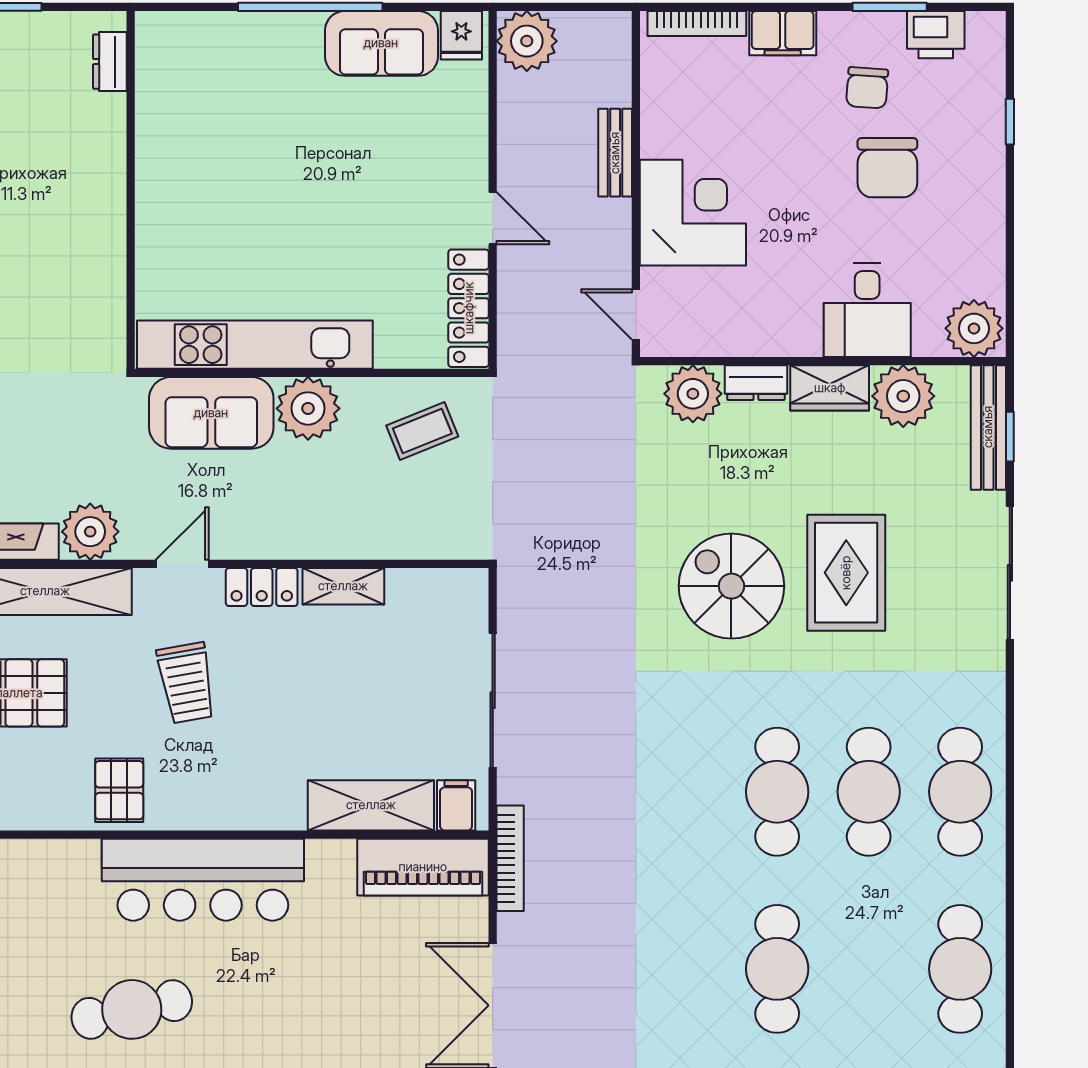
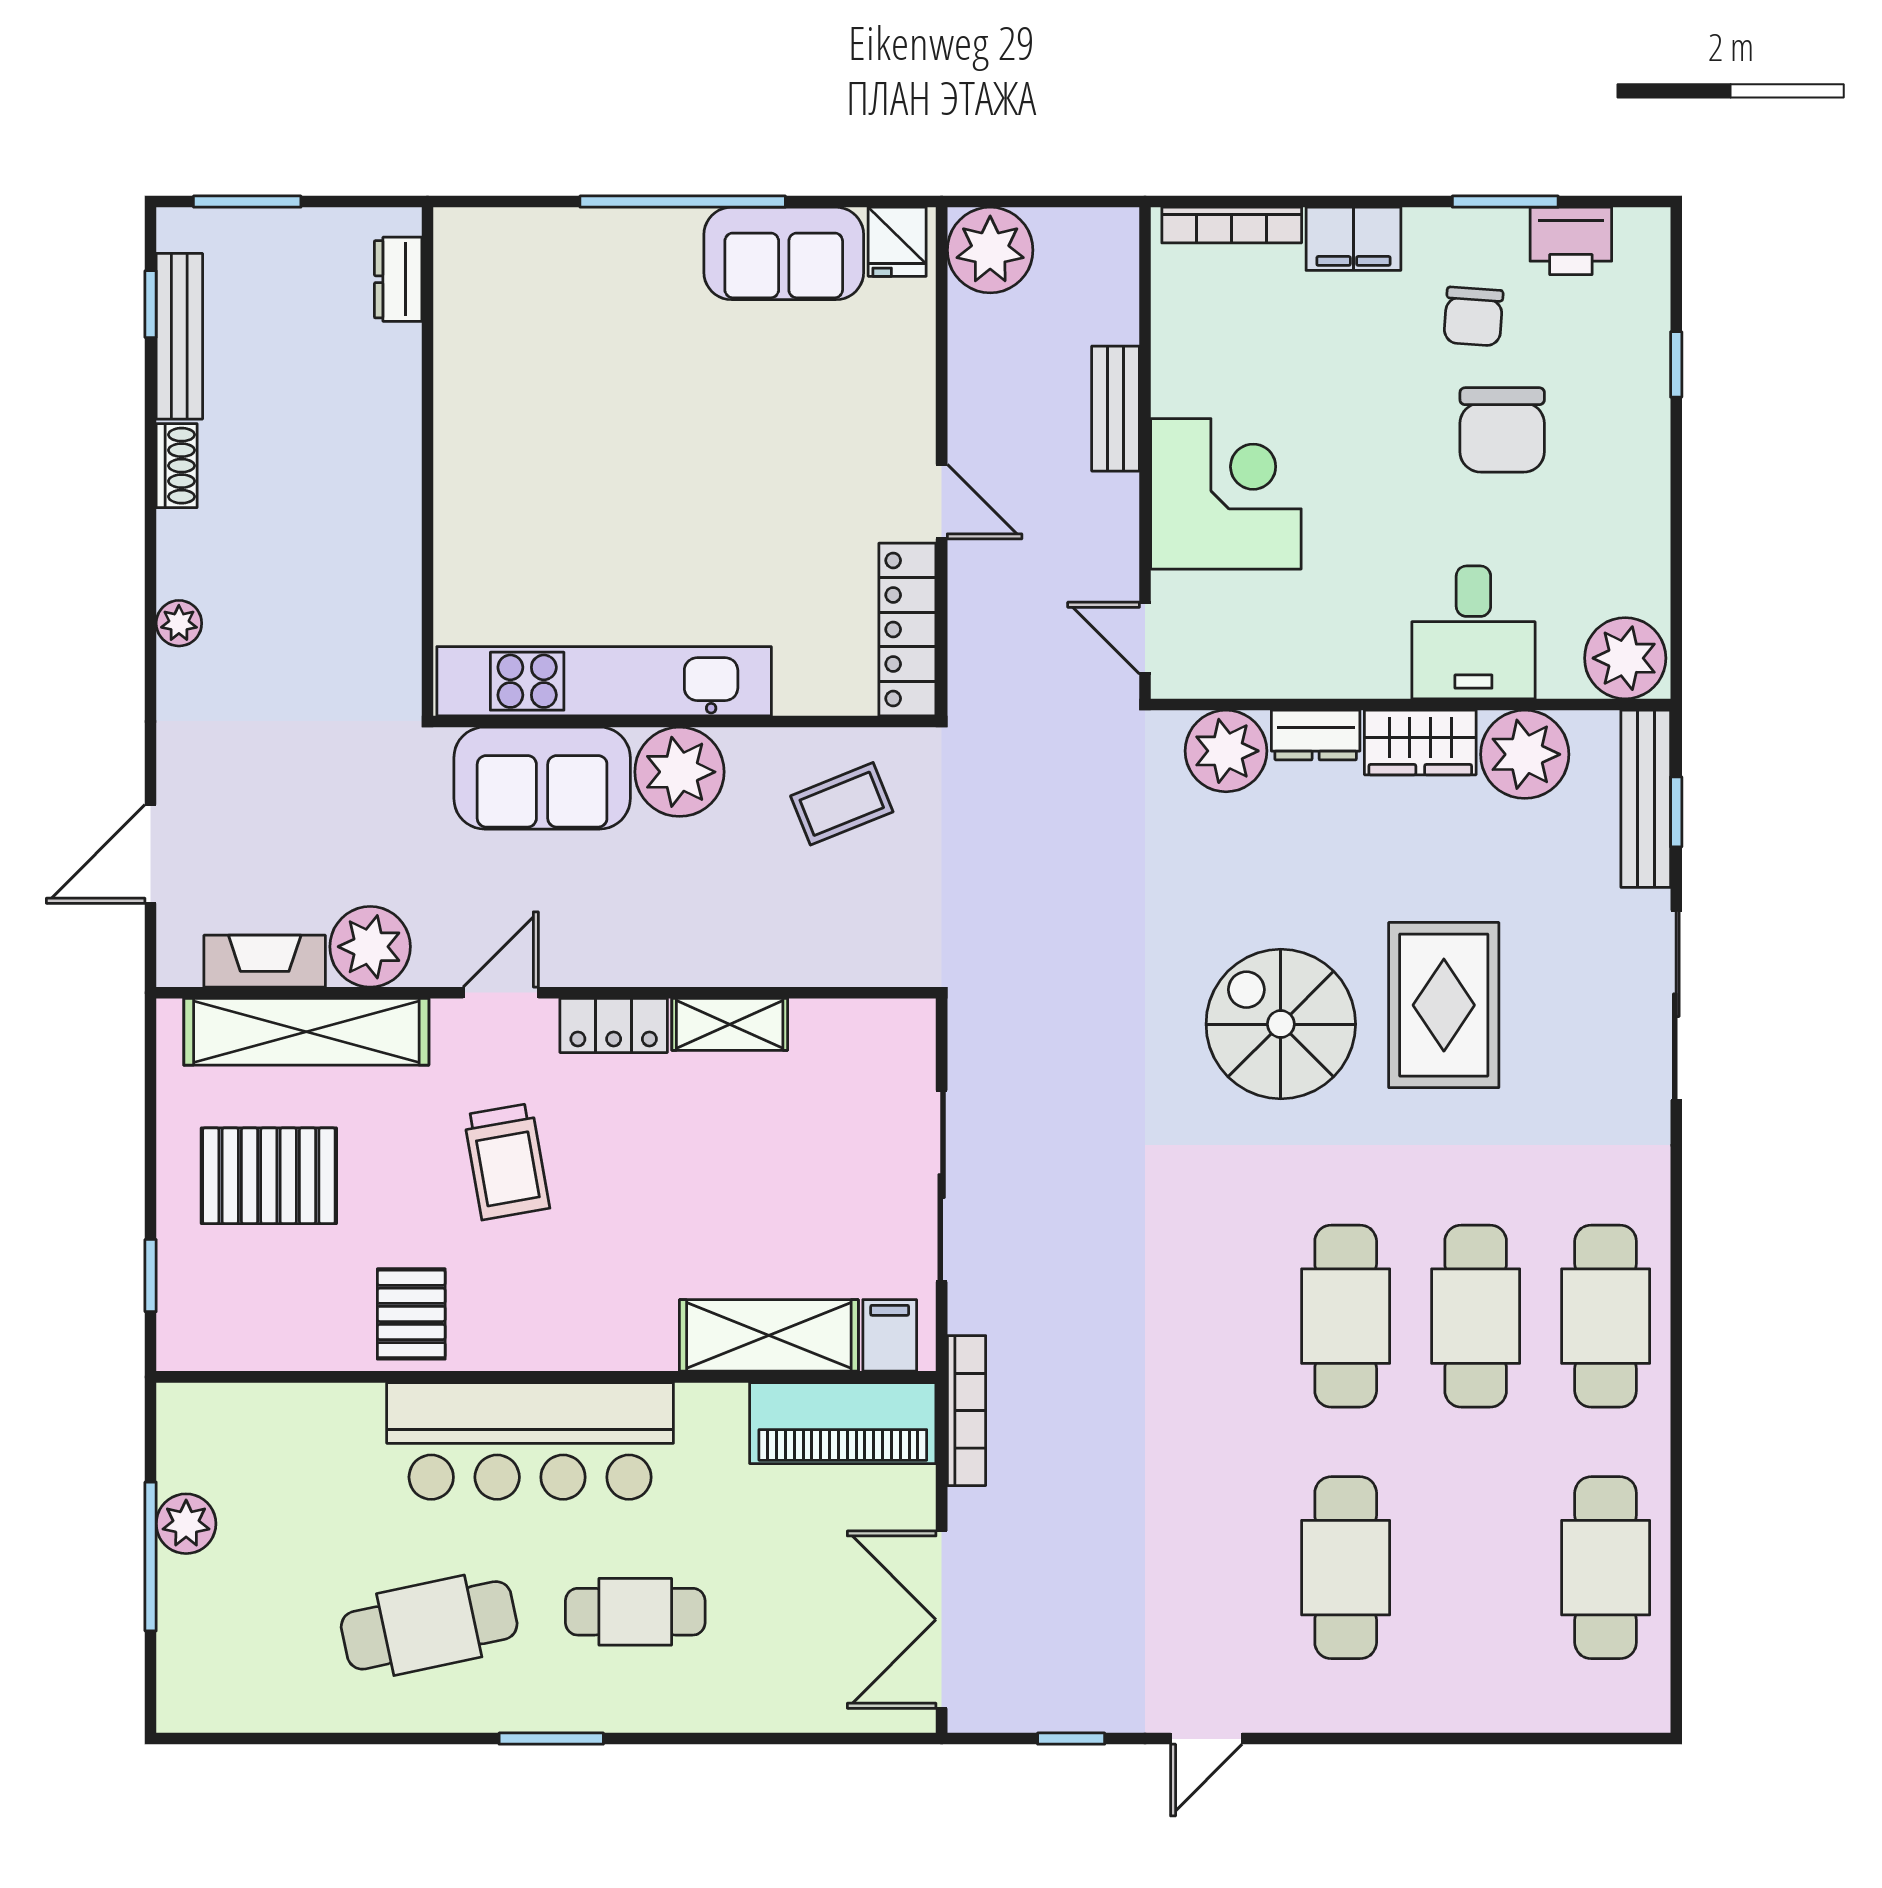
cafe table: (277, 1000) -> (635, 1612), added

